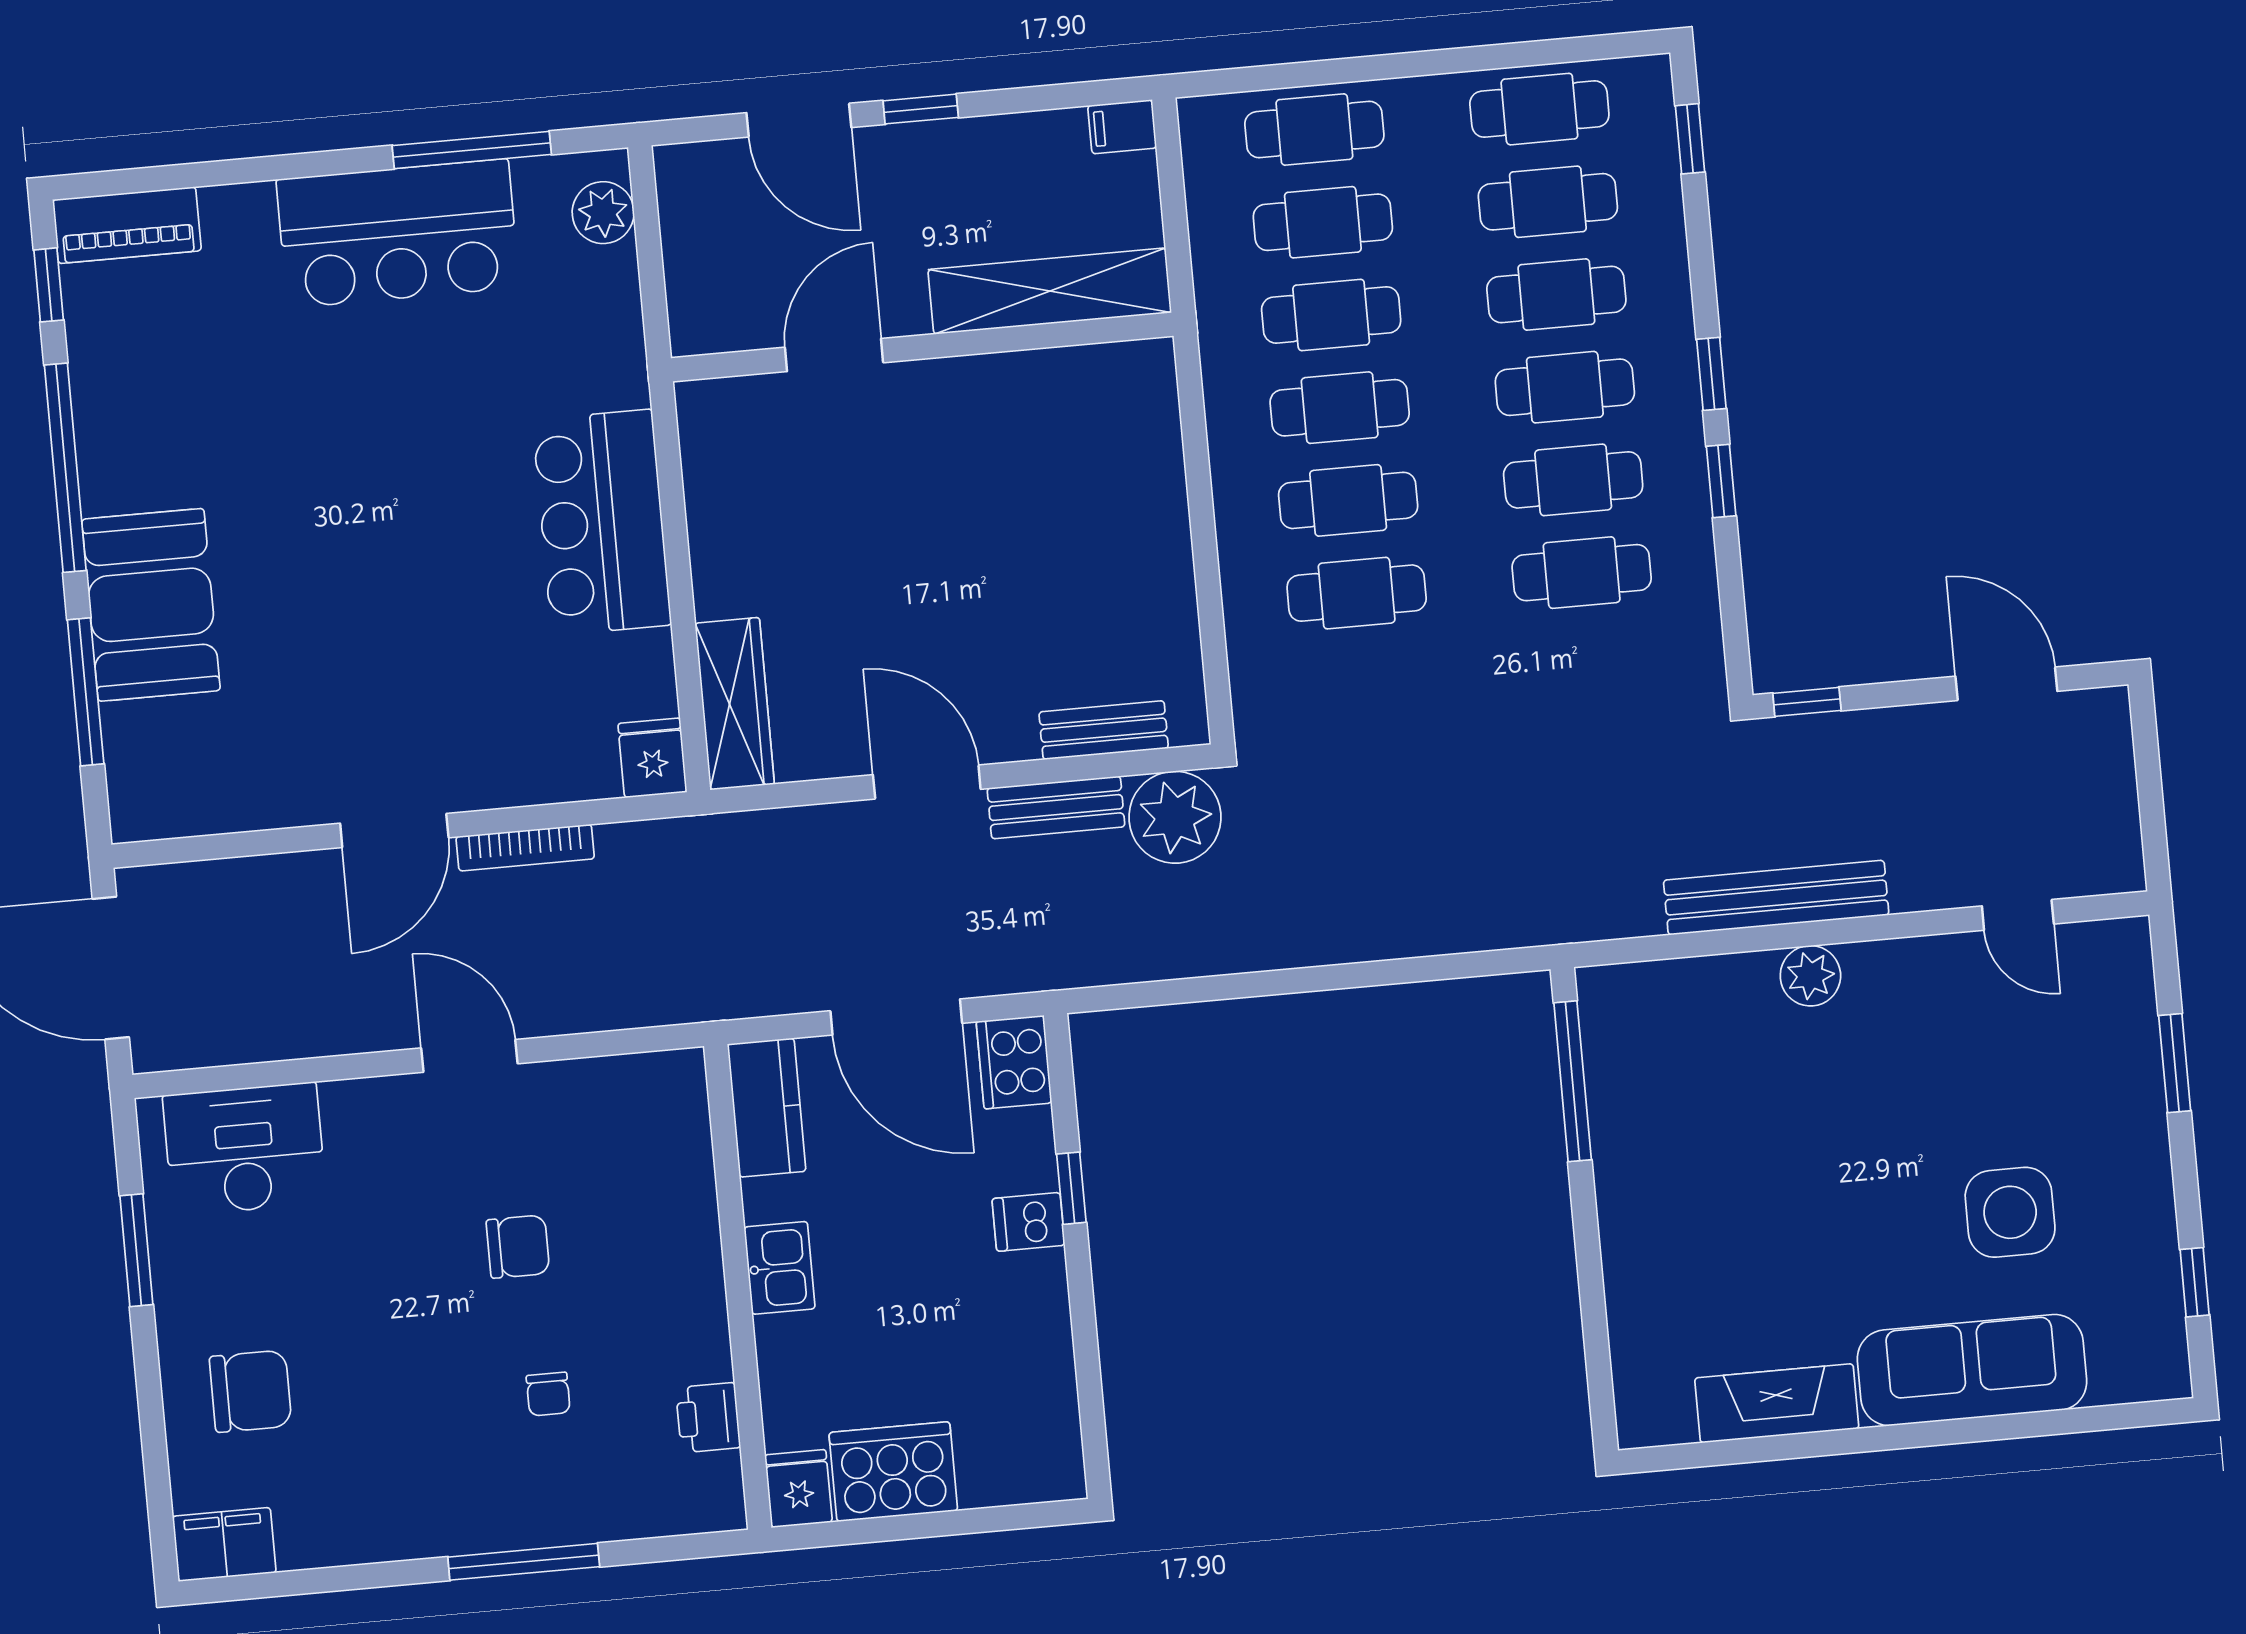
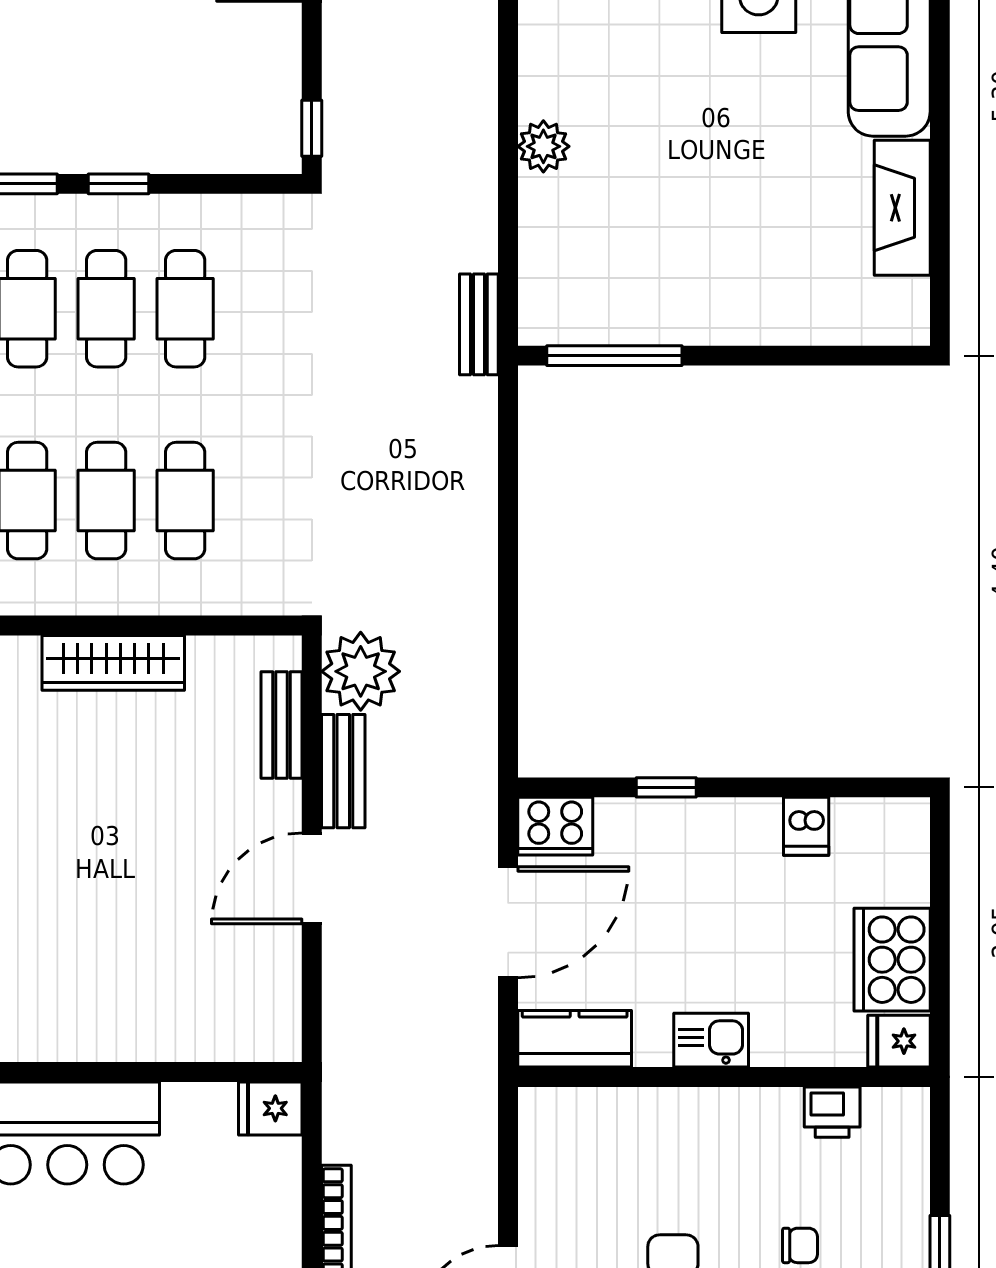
wardrobe: (735, 704) -> (113, 663), moved, turned 180
bench: (1776, 898) -> (479, 324), moved, width x0.54, depth x0.82
dishwasher: (1028, 1222) -> (806, 826), moved

